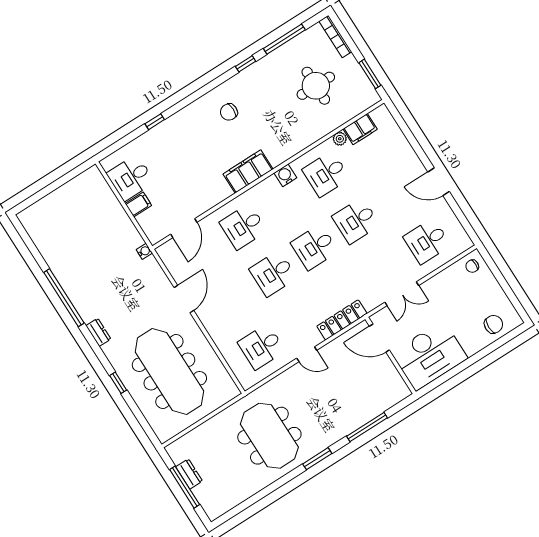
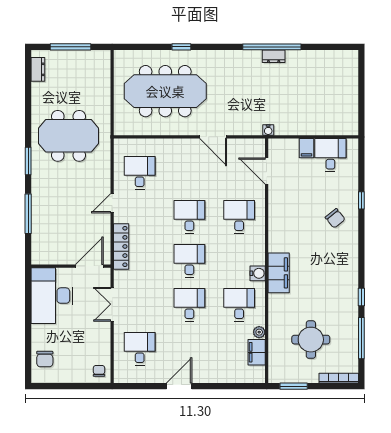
chair: (229, 112) -> (335, 218), moved, turned 141
filing cabinet: (248, 172) -> (279, 273), moved
dresser: (98, 332) -> (274, 56), moved
dresser: (189, 474) -> (38, 69), moved, turned -90

